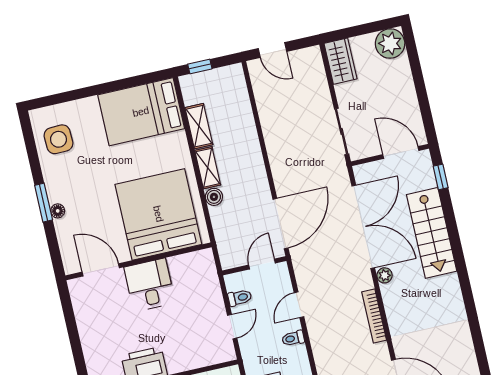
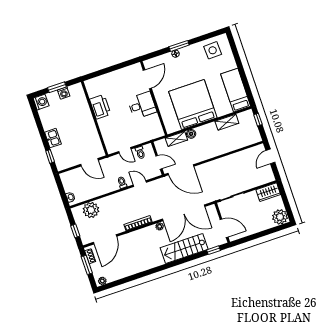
bed: (141, 112) -> (236, 90), width x0.67
door: (401, 153) -> (224, 228), hinge flipped
shelving: (208, 168) -> (176, 139), moved
bed: (158, 214) -> (193, 105), moved, turned -90

